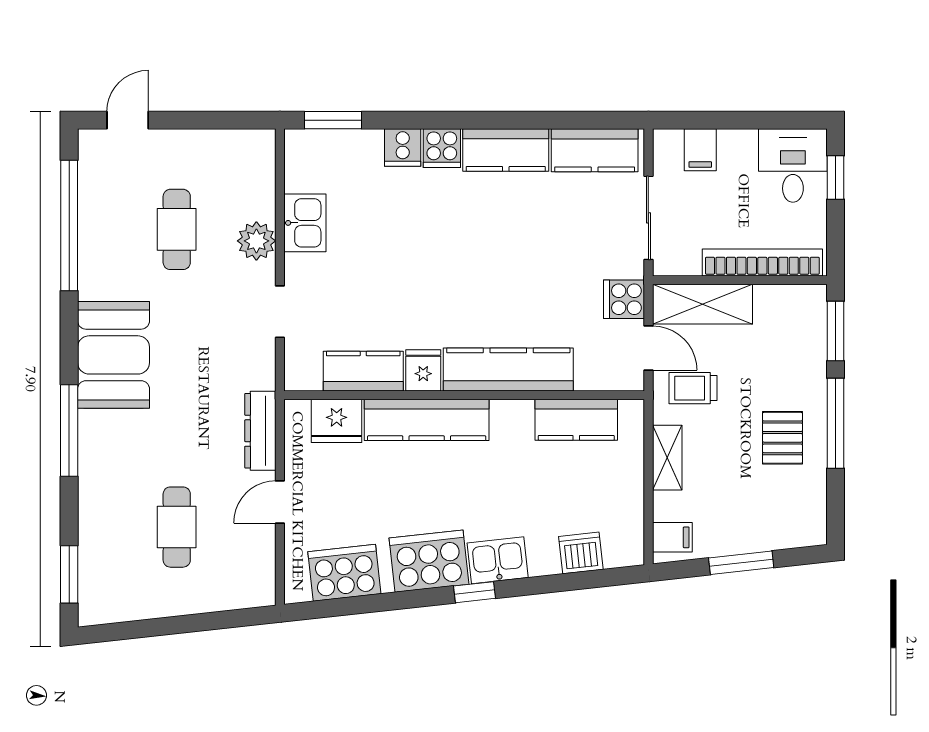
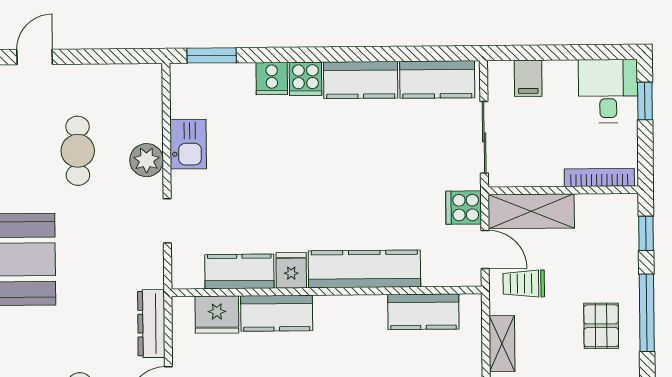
bookcase: (762, 262) -> (599, 177), width x0.68, depth x0.76
window: (836, 331) -> (646, 233), width x0.67
kitchen counter: (427, 420) -> (277, 313), width x0.67

